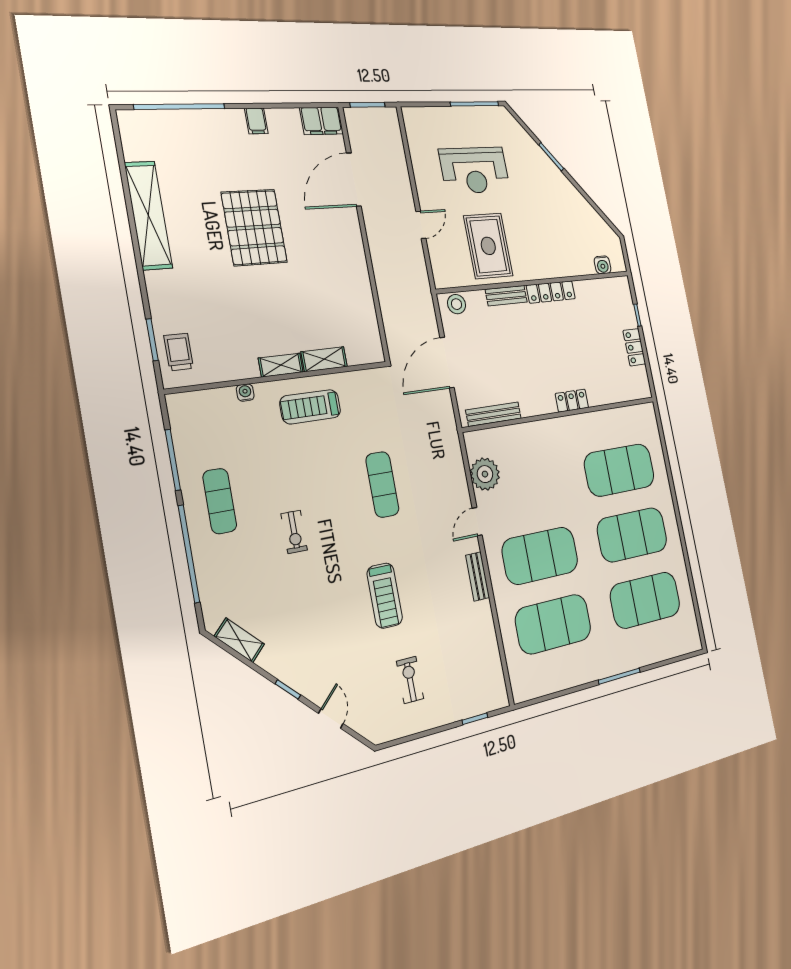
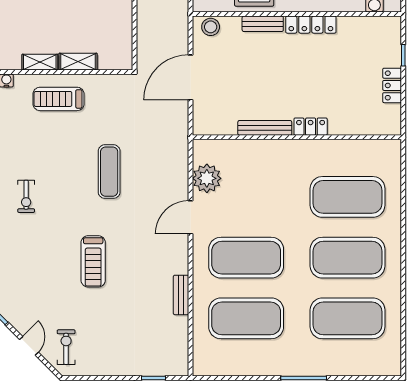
bench: (494, 414) -> (265, 128), moved
door: (477, 522) -> (190, 217), width x1.38
bench: (478, 576) -> (181, 295), moved
exercise bike: (410, 680) -> (66, 347), moved

